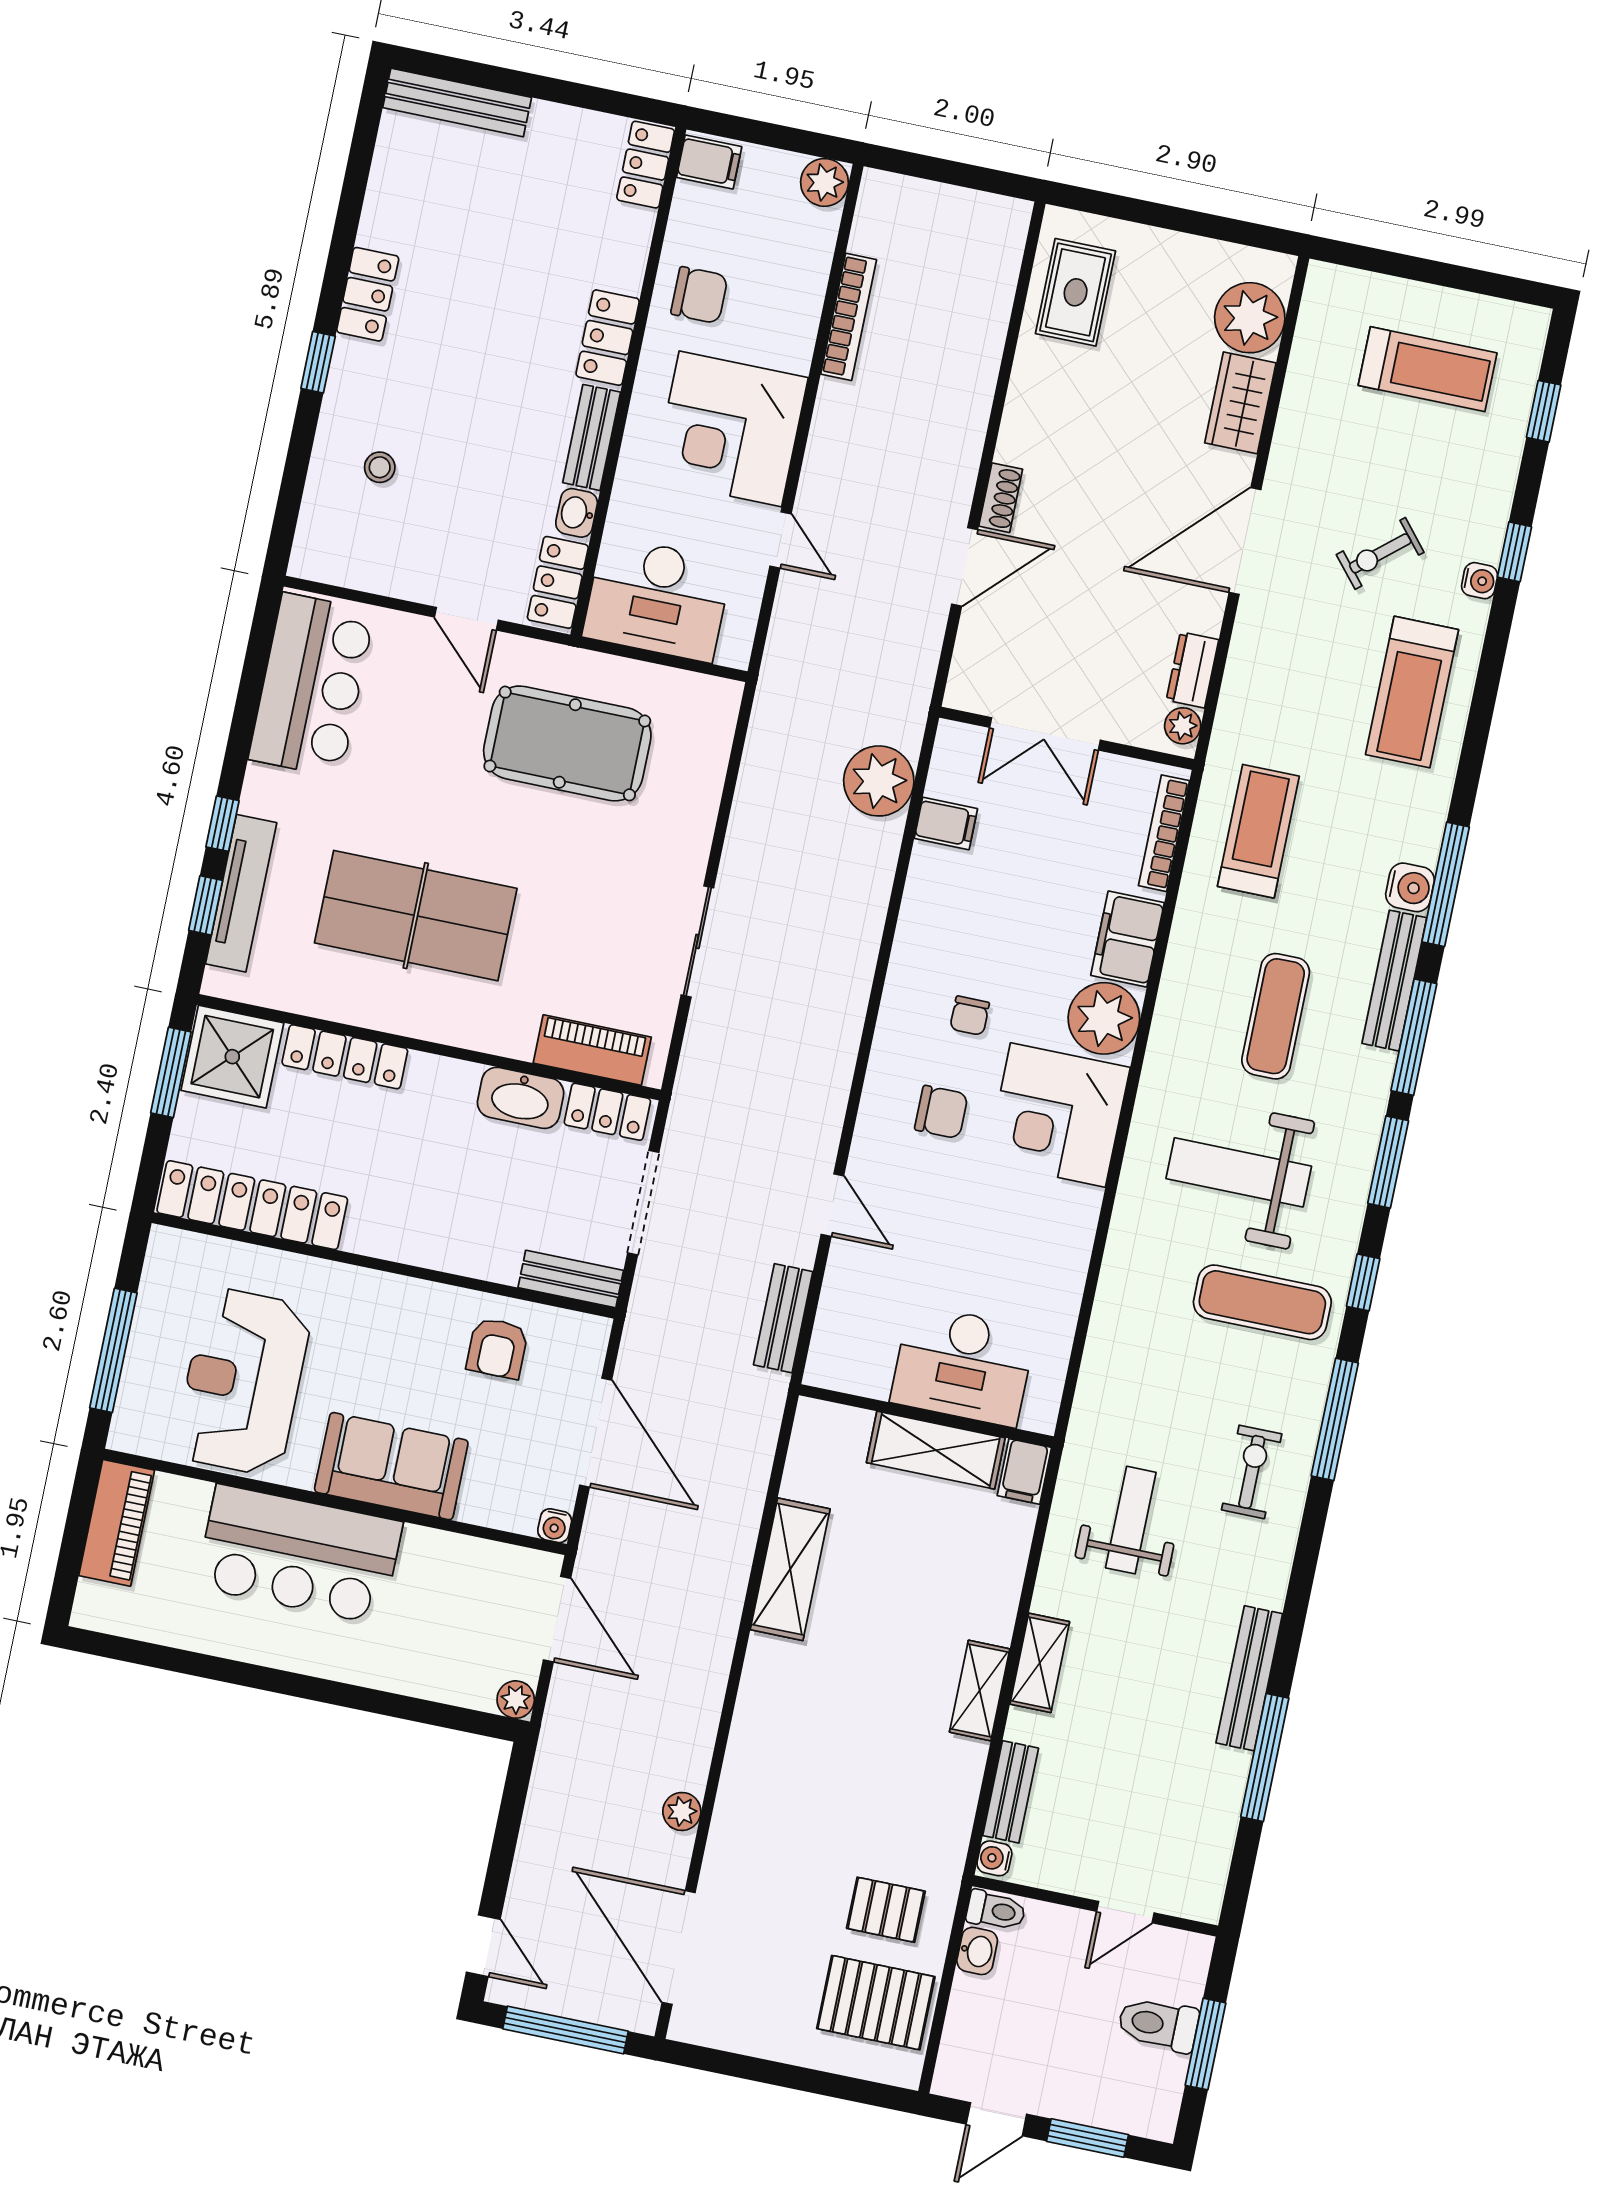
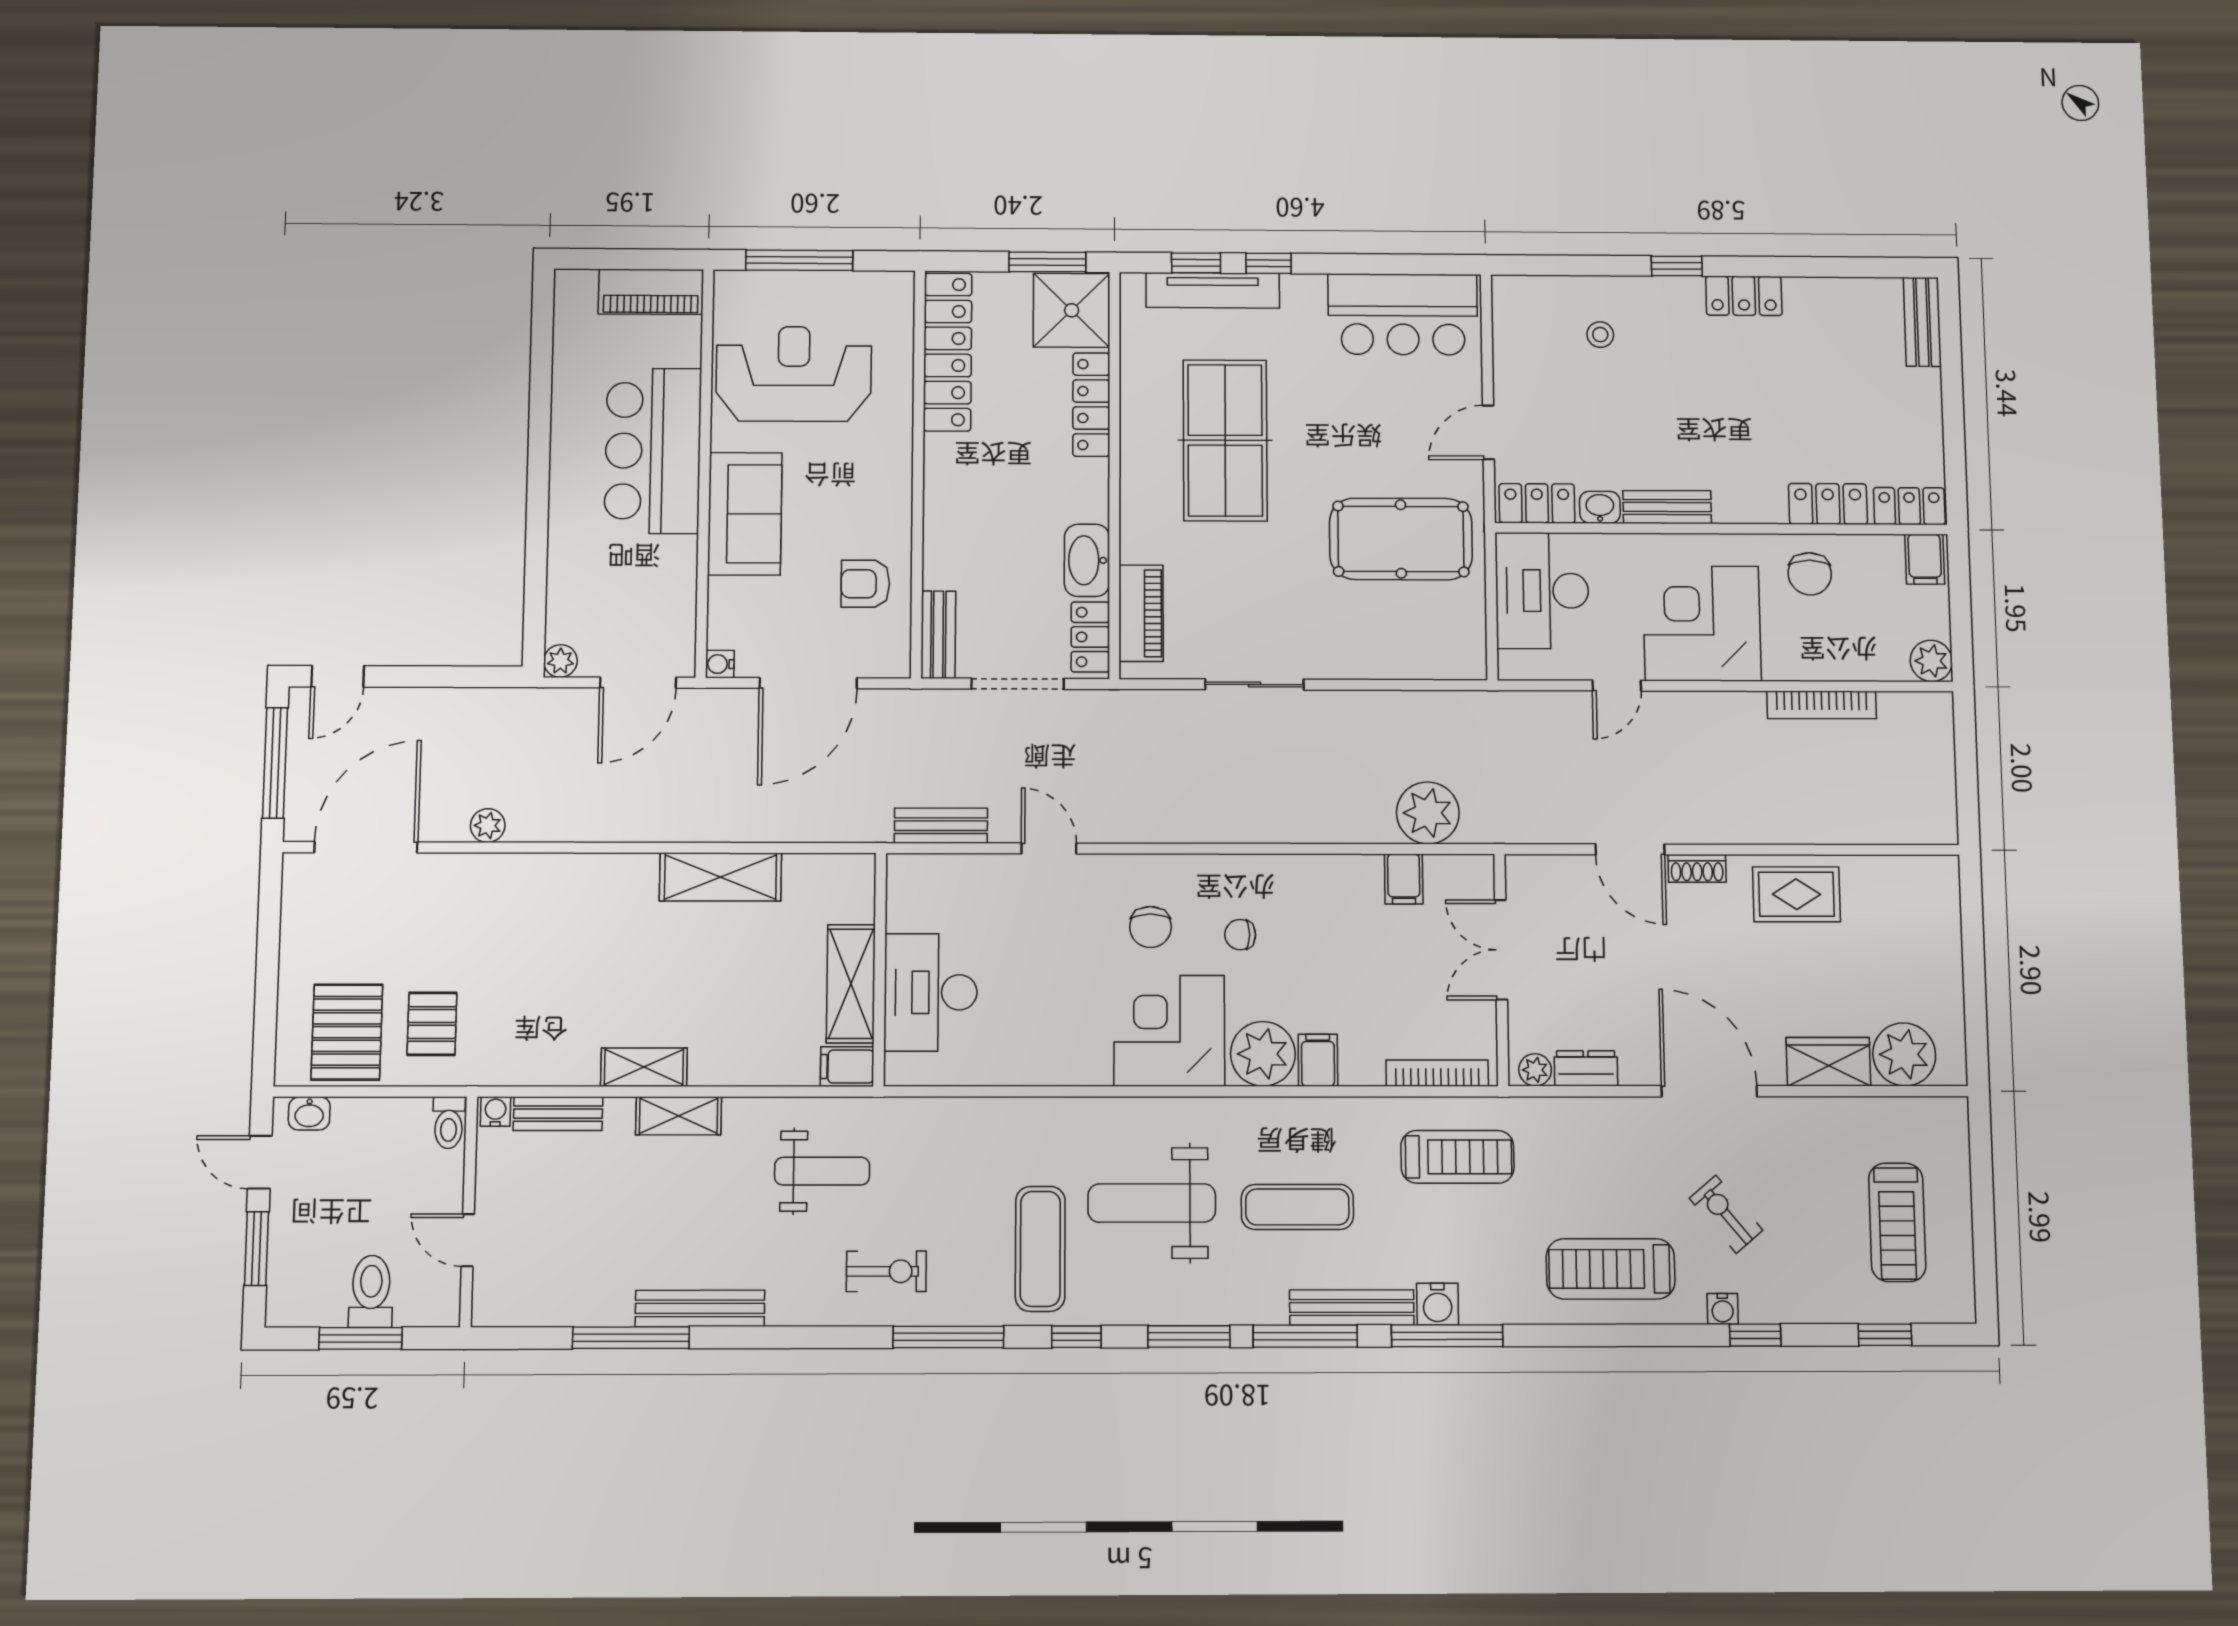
bench: (457, 102) -> (1922, 322), width x0.73
rug: (1076, 292) -> (1796, 894), moved
locker: (608, 338) -> (1828, 504), moved
pool table: (567, 743) -> (1401, 539), turned 90
filing cabinet: (1128, 939) -> (1318, 1060), width x0.50
weight bench: (1239, 1172) -> (1152, 1203), turned -90
door: (832, 1205) -> (1049, 848), swing flipped
washbasin: (977, 1951) -> (309, 1113), moved

